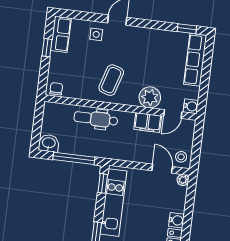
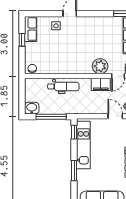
coffee table: (111, 80) -> (71, 57), removed
dental chair: (96, 119) -> (63, 86), turned 180

